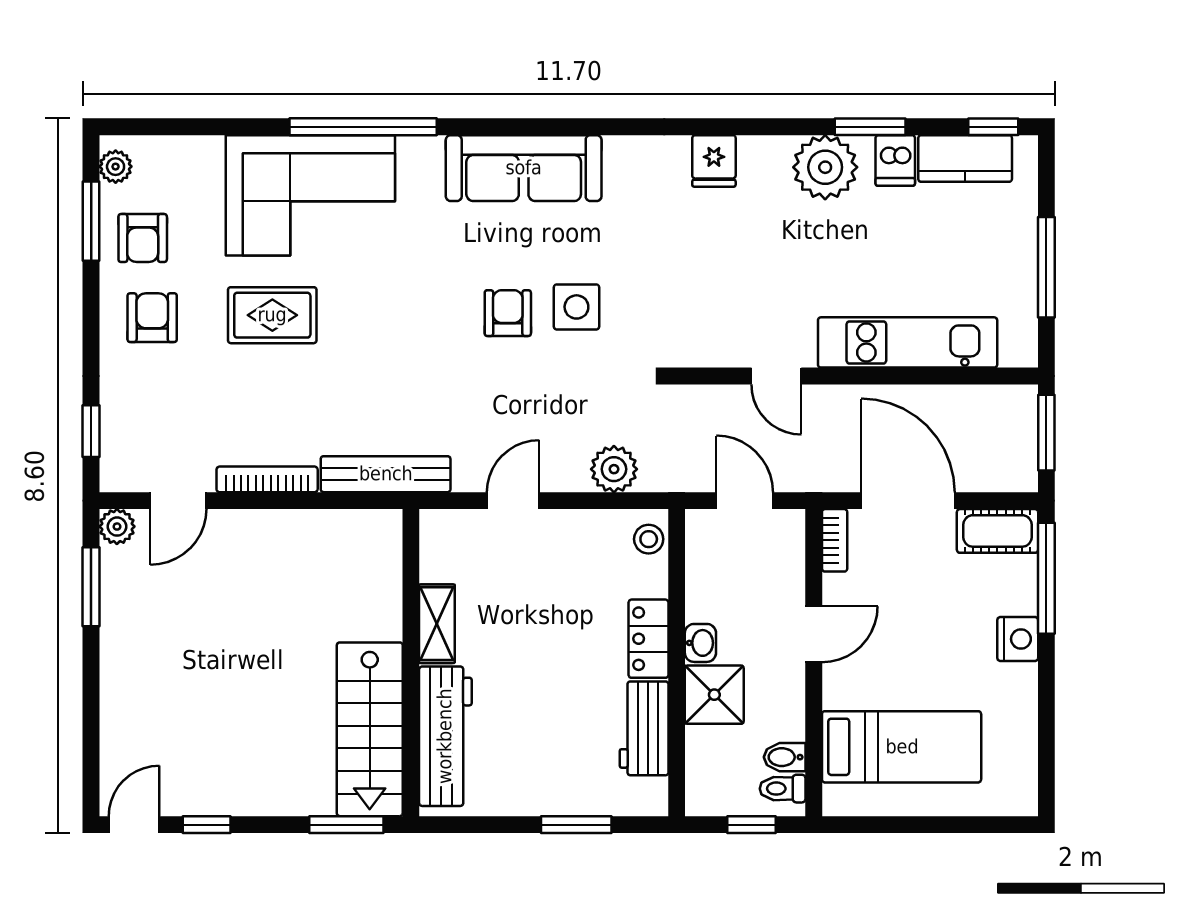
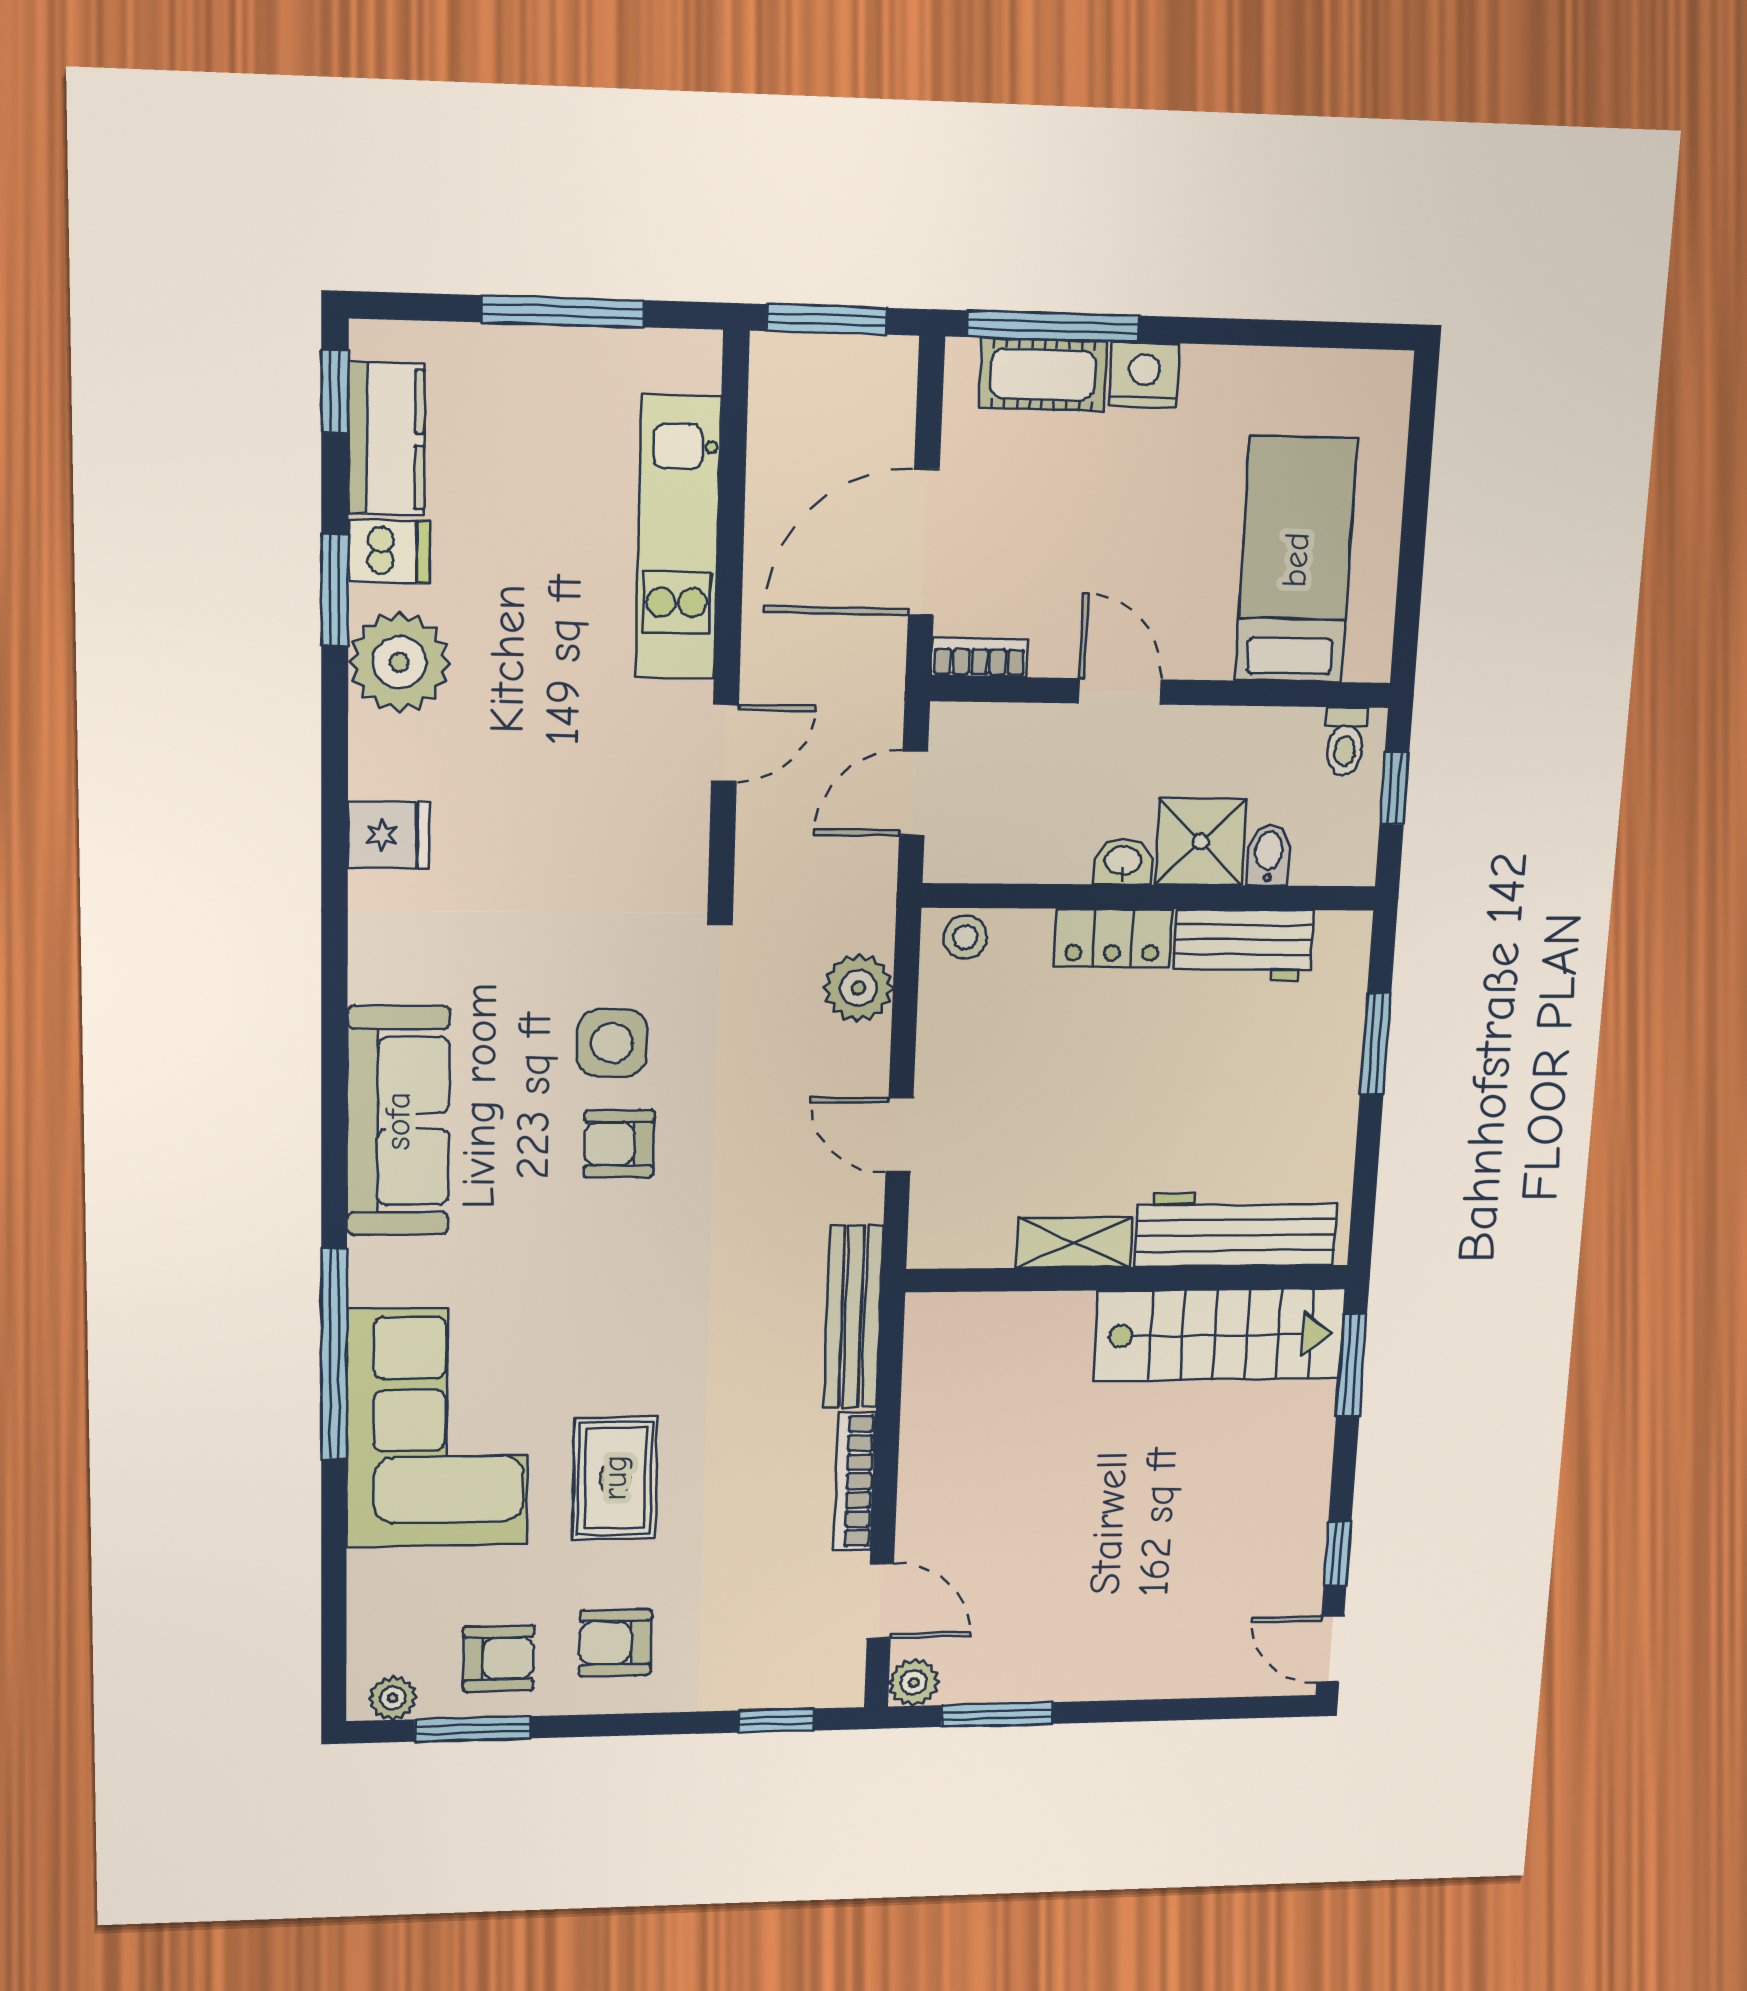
cot: (997, 531) -> (1043, 375), moved, turned 90
bidet: (785, 757) -> (1268, 855), moved, turned 180

